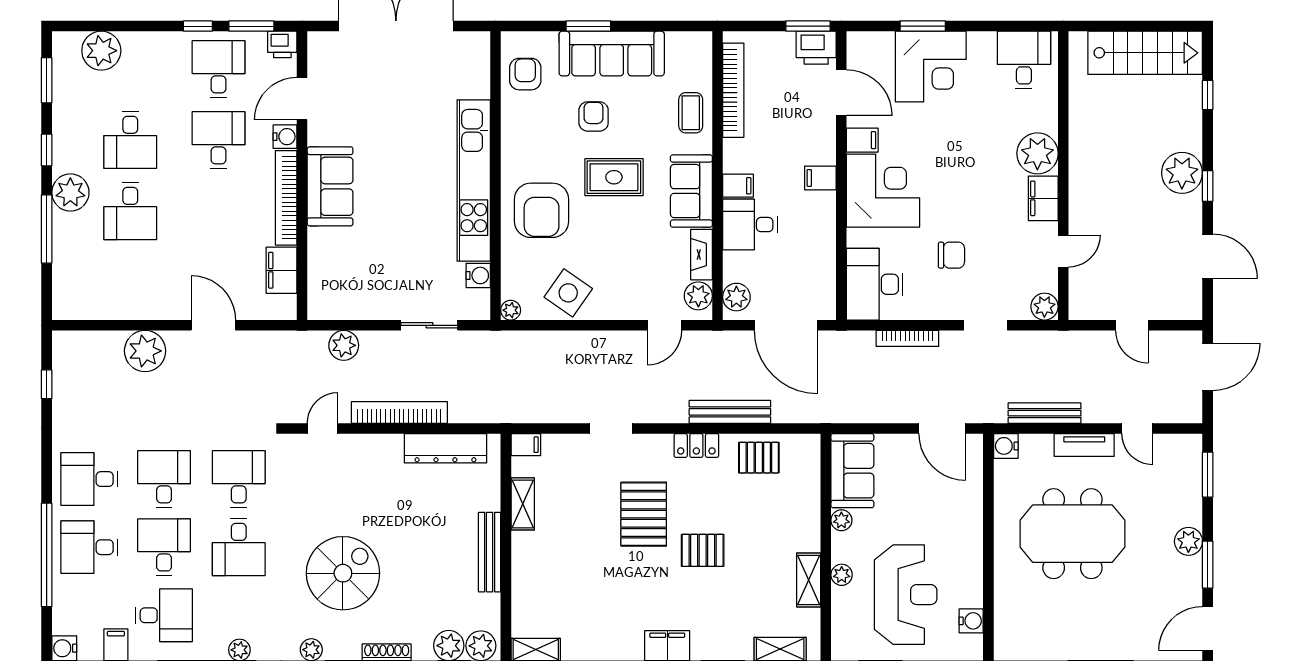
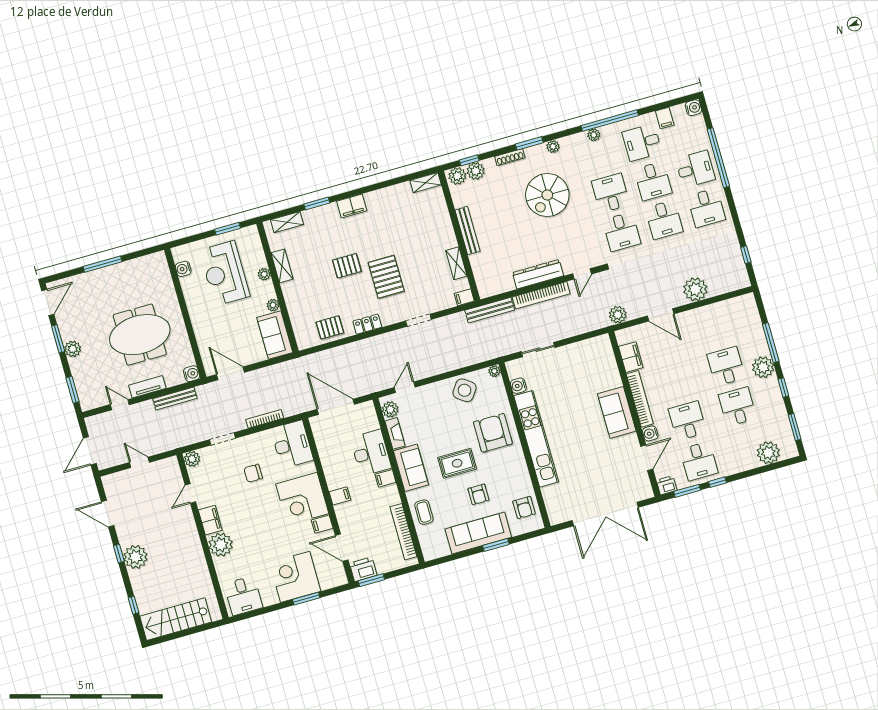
desk: (218, 140) -> (687, 421), turned 180
desk: (750, 225) -> (371, 453), width x1.37
plant: (736, 297) -> (368, 415), removed
plant: (344, 345) -> (618, 315), moved
bench: (730, 412) -> (490, 310), moved
dresser: (445, 448) -> (538, 274), moved
desk: (89, 479) -> (706, 208), turned 90

